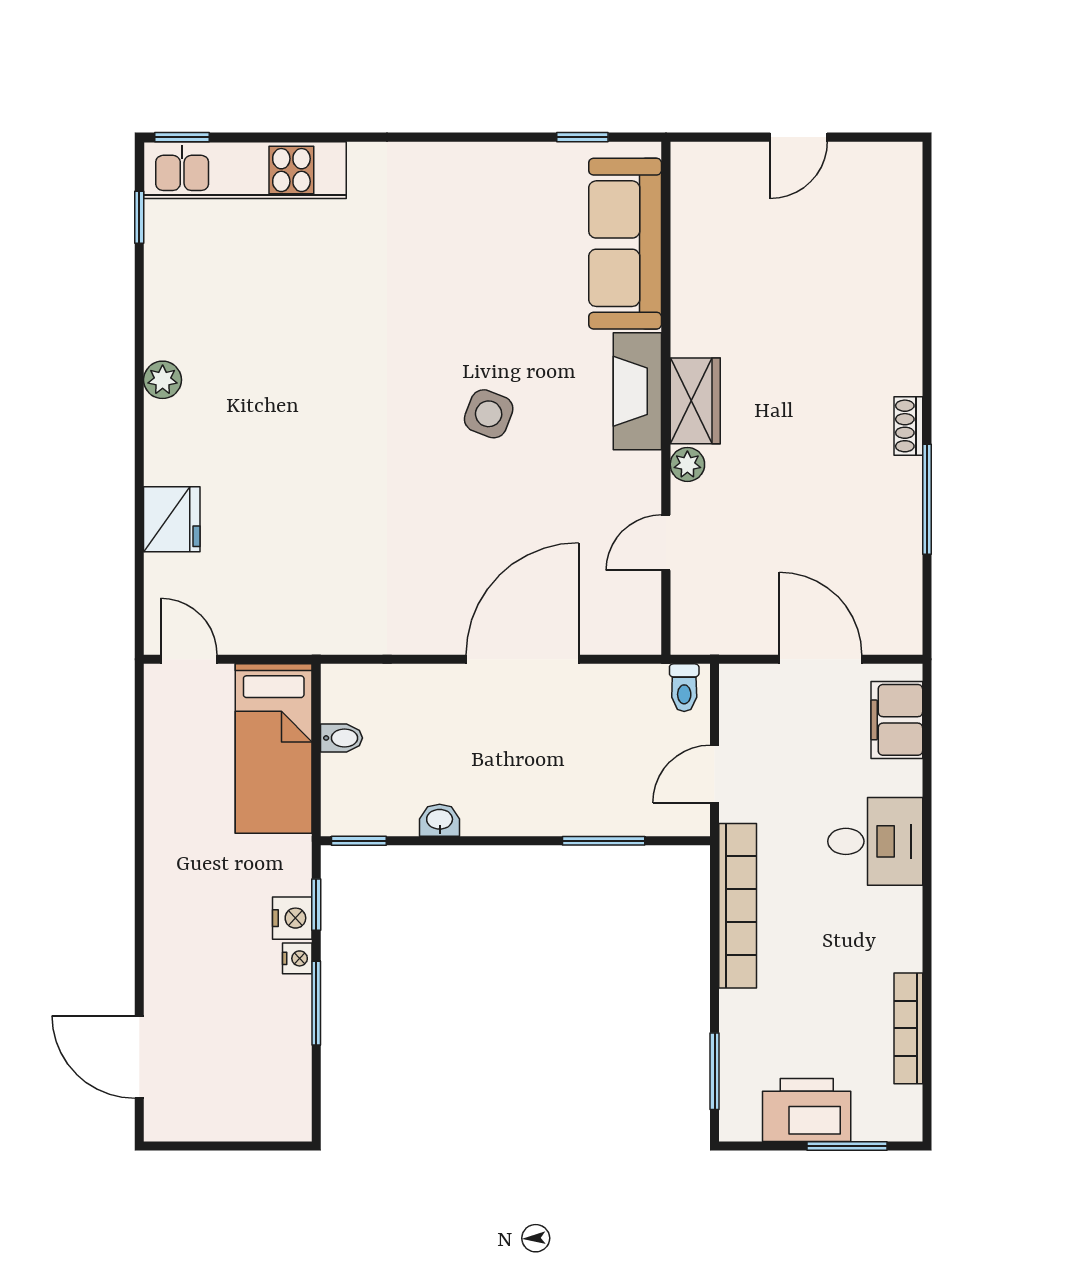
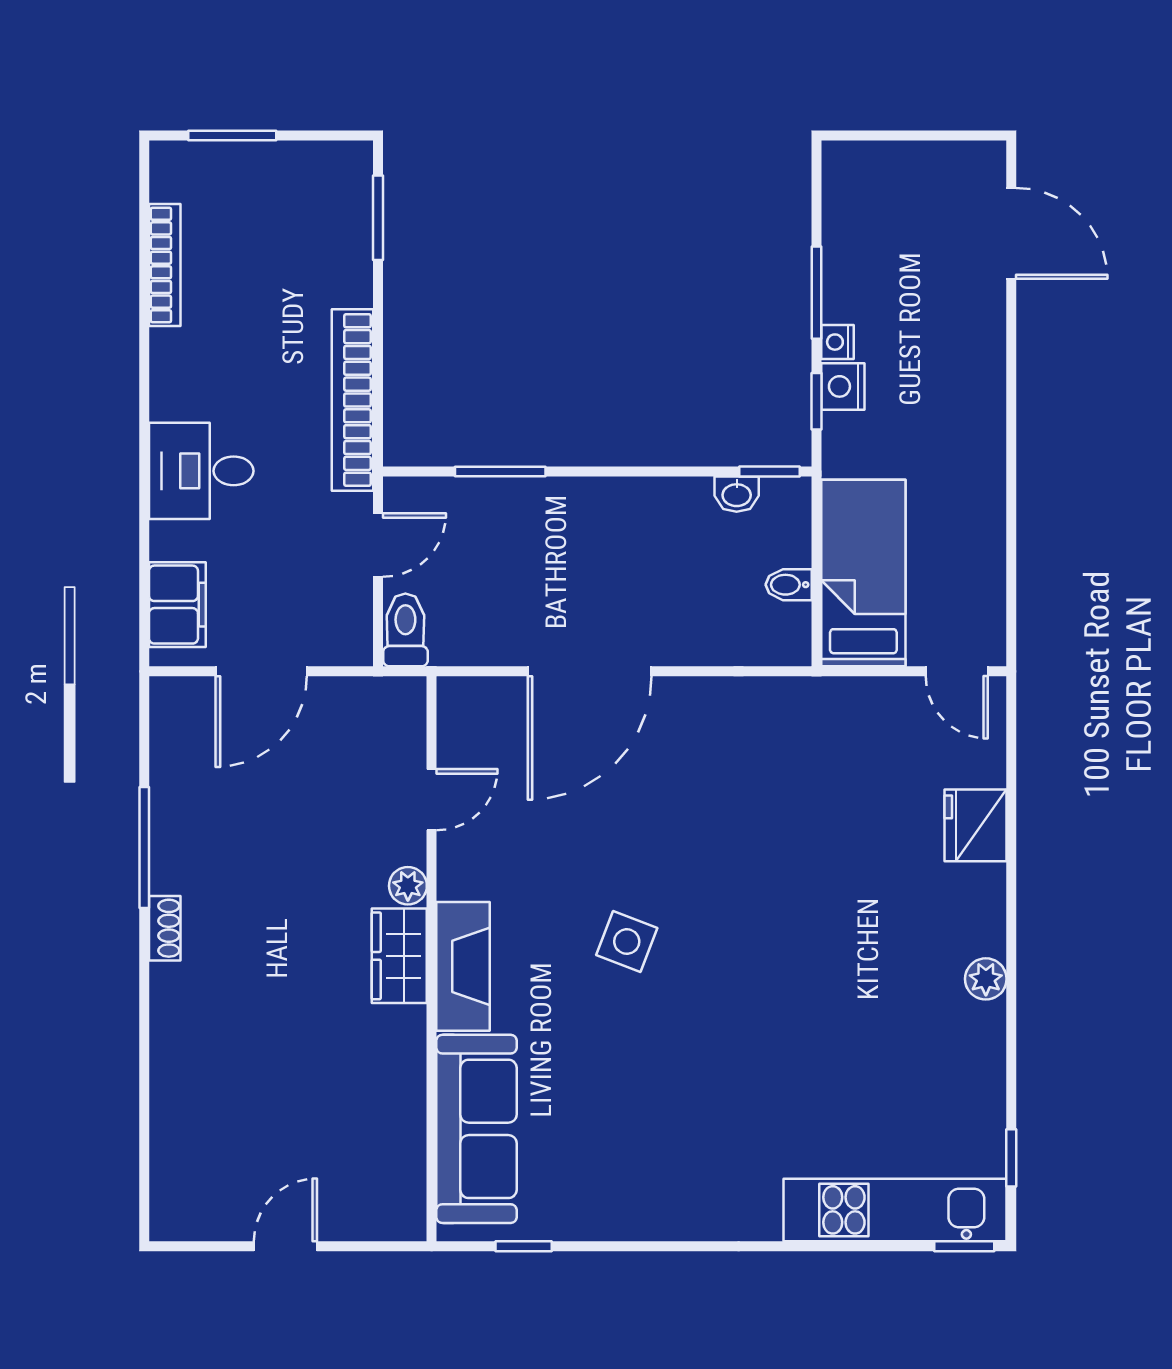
door: (821, 659) -> (261, 671), hinge flipped
toilet: (684, 688) -> (405, 630), width x1.37, depth x1.39
washbasin: (440, 820) -> (737, 494), moved
printer: (807, 1110) -> (277, 175), removed

